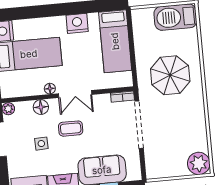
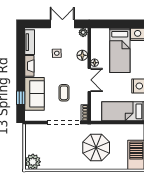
double door: (75, 94) -> (89, 80), swing flipped
coffee table: (71, 129) -> (64, 93), moved

